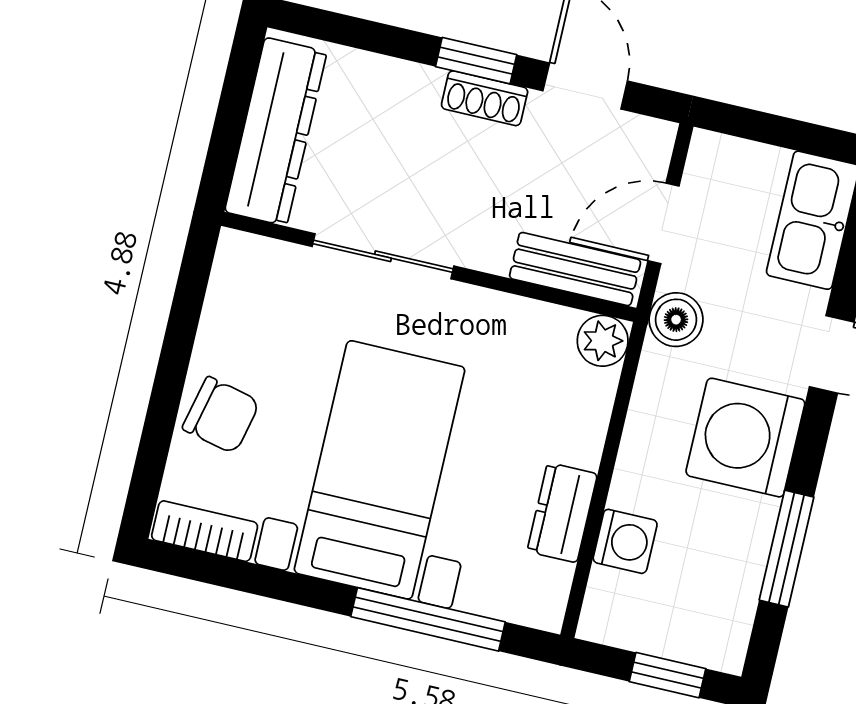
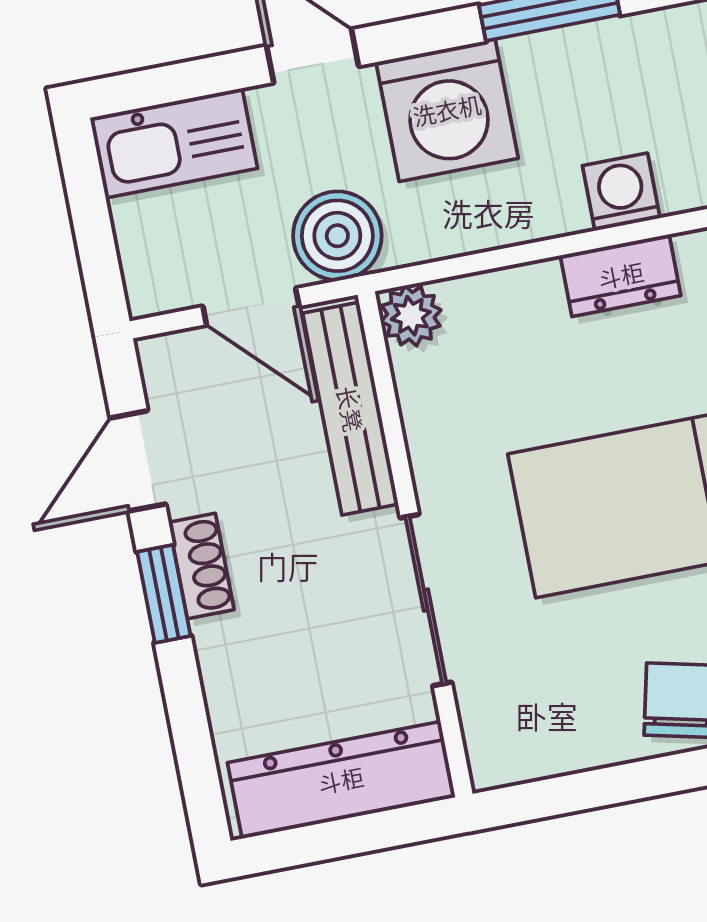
bench: (575, 269) -> (350, 409), width x1.36
boiler: (676, 320) -> (337, 236), width x1.36, depth x1.36

